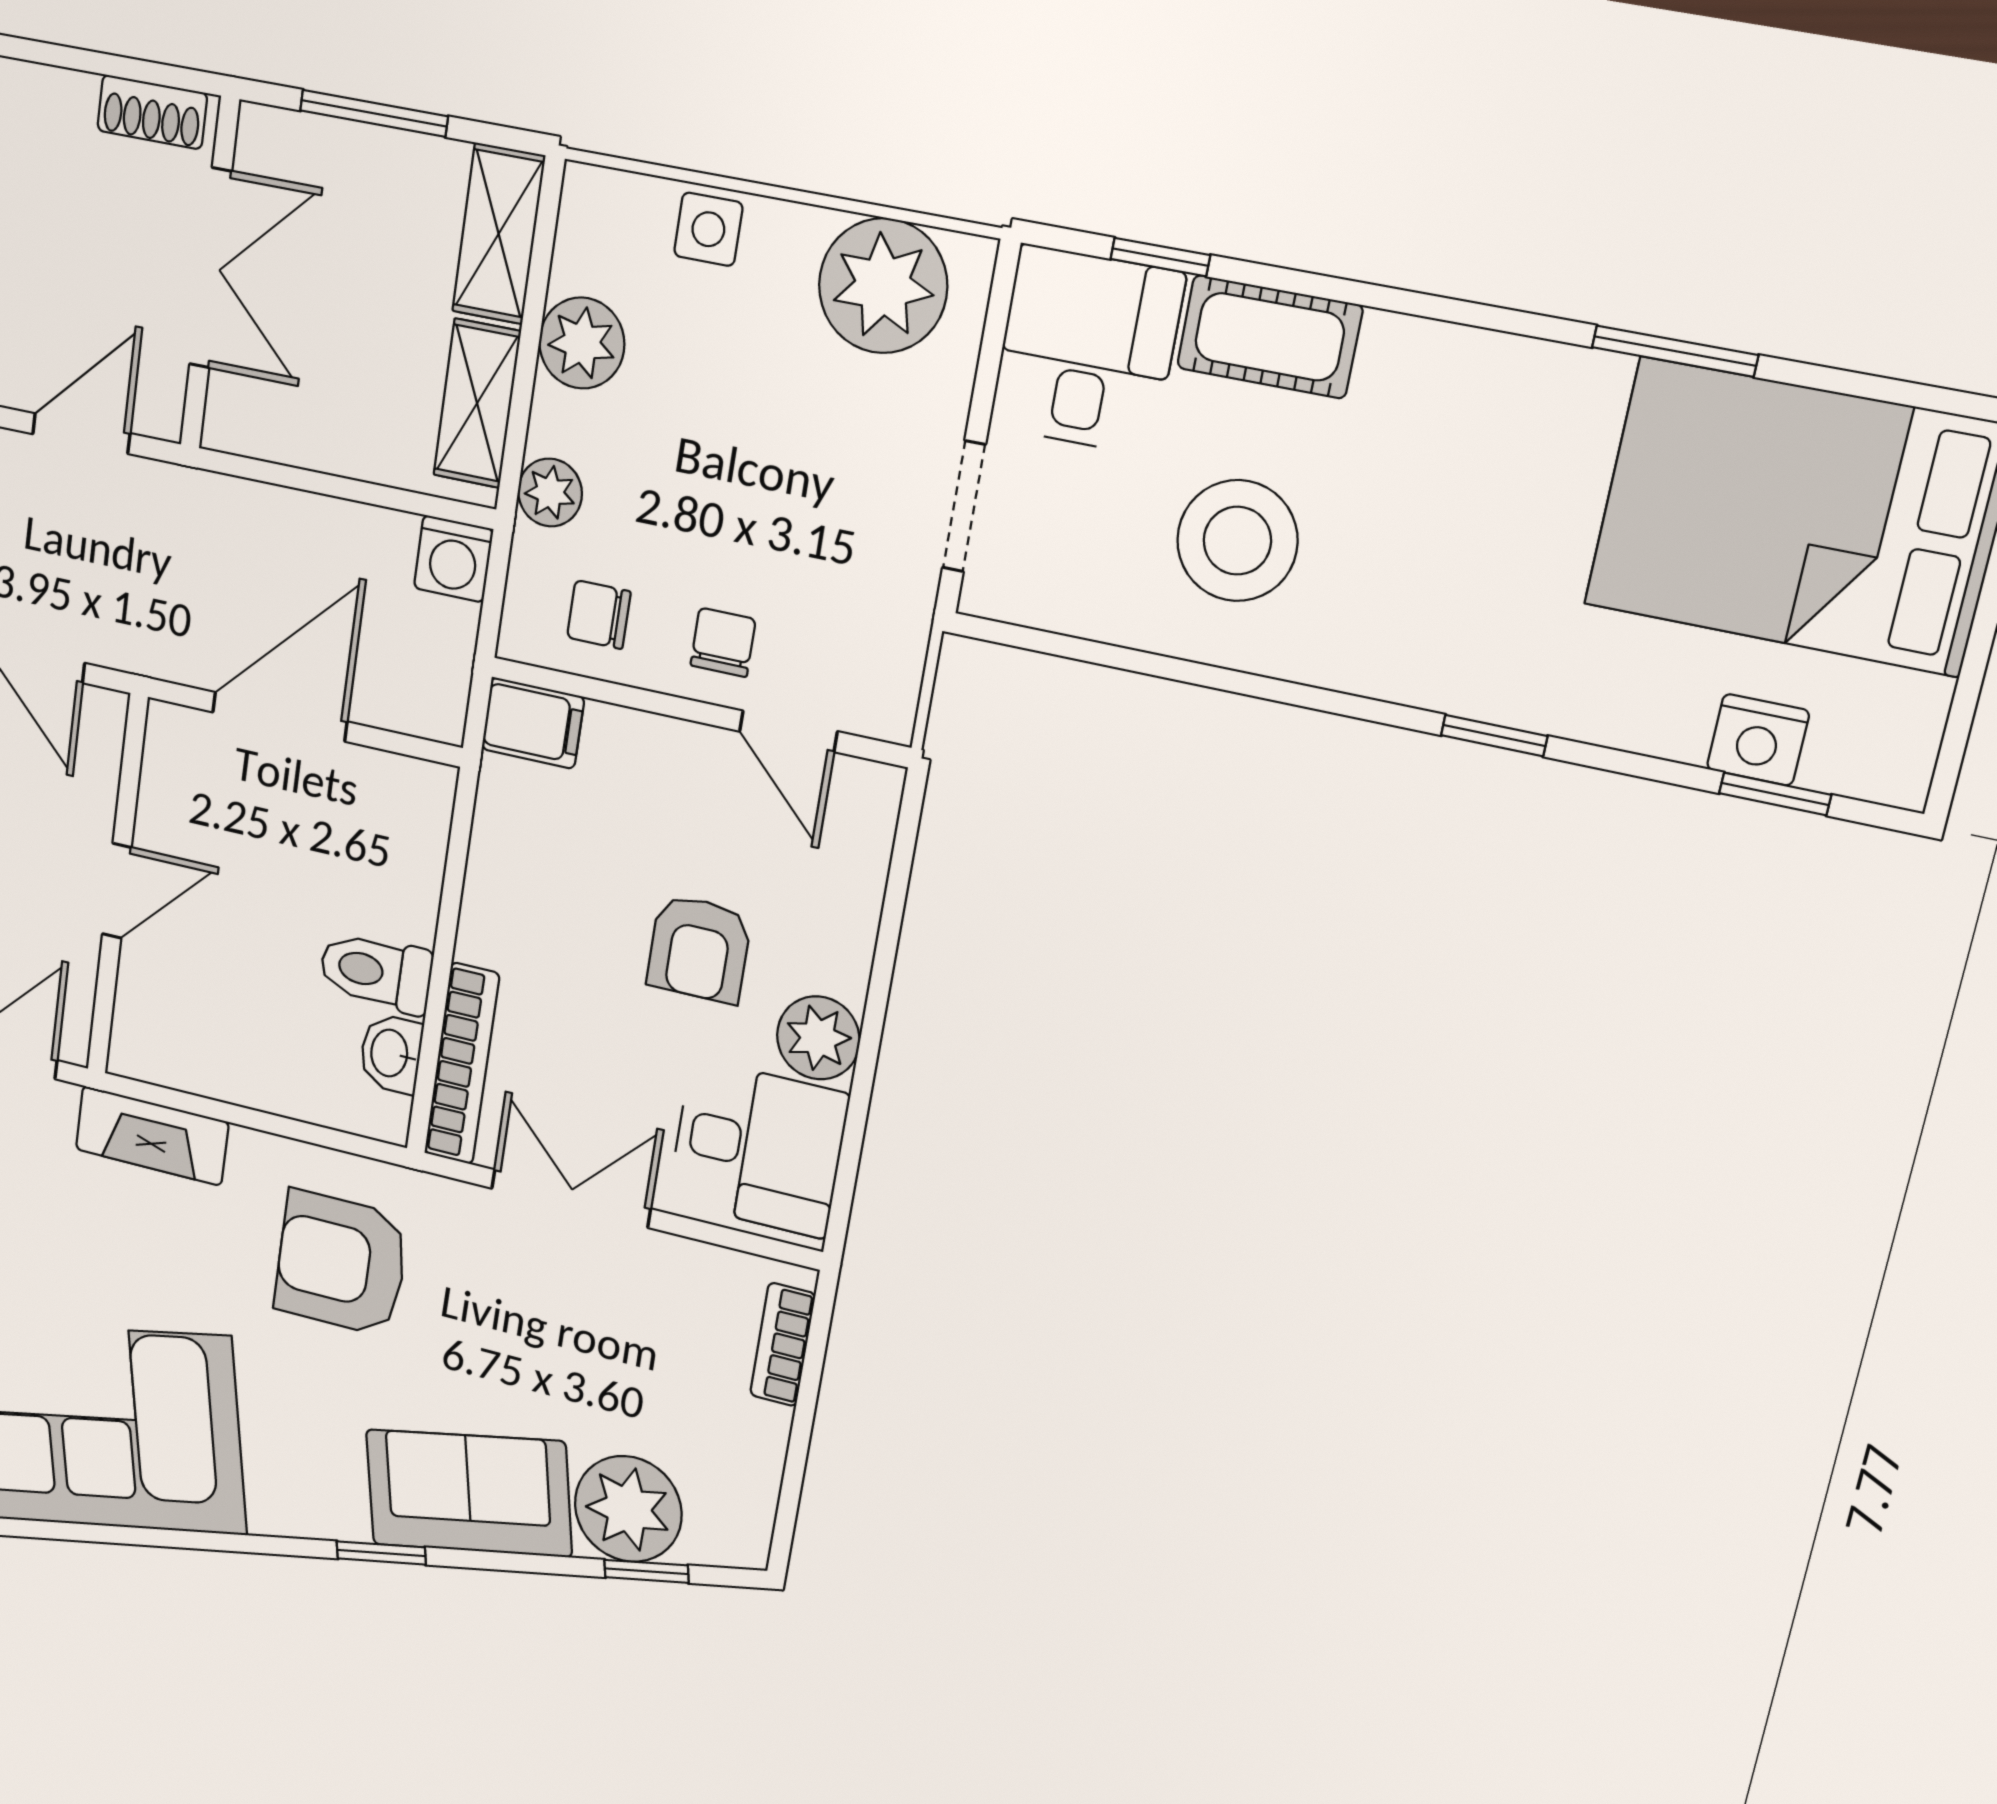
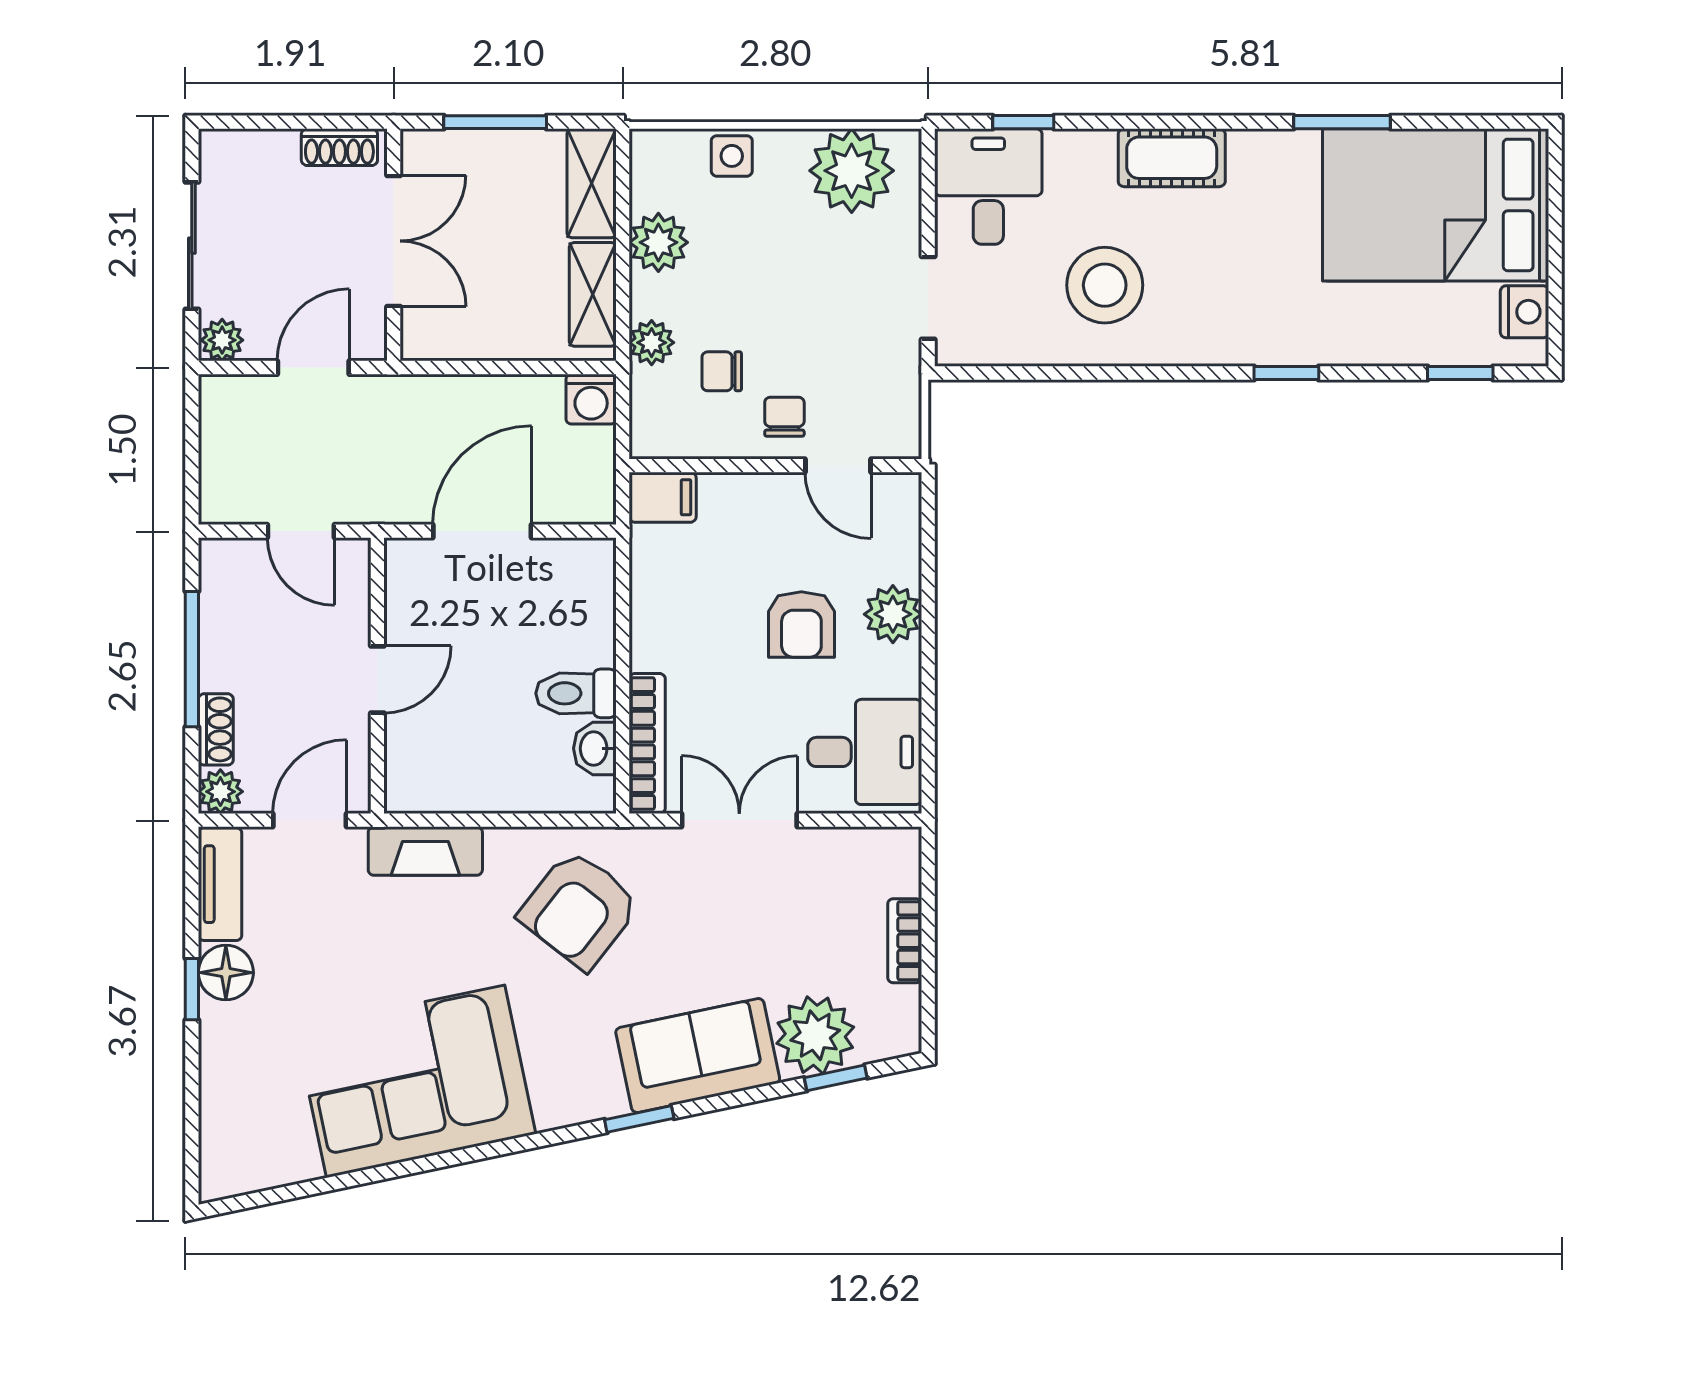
cot: (1270, 337) -> (1172, 158), moved
chair: (599, 615) -> (722, 371), moved
nightstand: (1758, 740) -> (1525, 312), moved, turned -90
plant: (818, 1038) -> (893, 614), moved
armchair: (341, 1263) -> (579, 909), turned -52
bookcase: (783, 1344) -> (905, 941), moved

